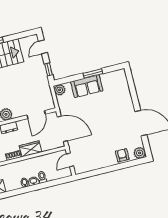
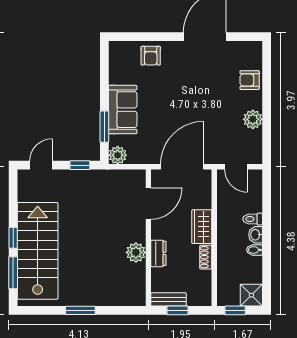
door: (43, 47) -> (41, 165), swing flipped
window: (93, 73) -> (104, 127), moved
armchair: (122, 95) -> (151, 56), added
door: (36, 115) -> (148, 204), hinge flipped
plant: (140, 153) -> (253, 119), moved

